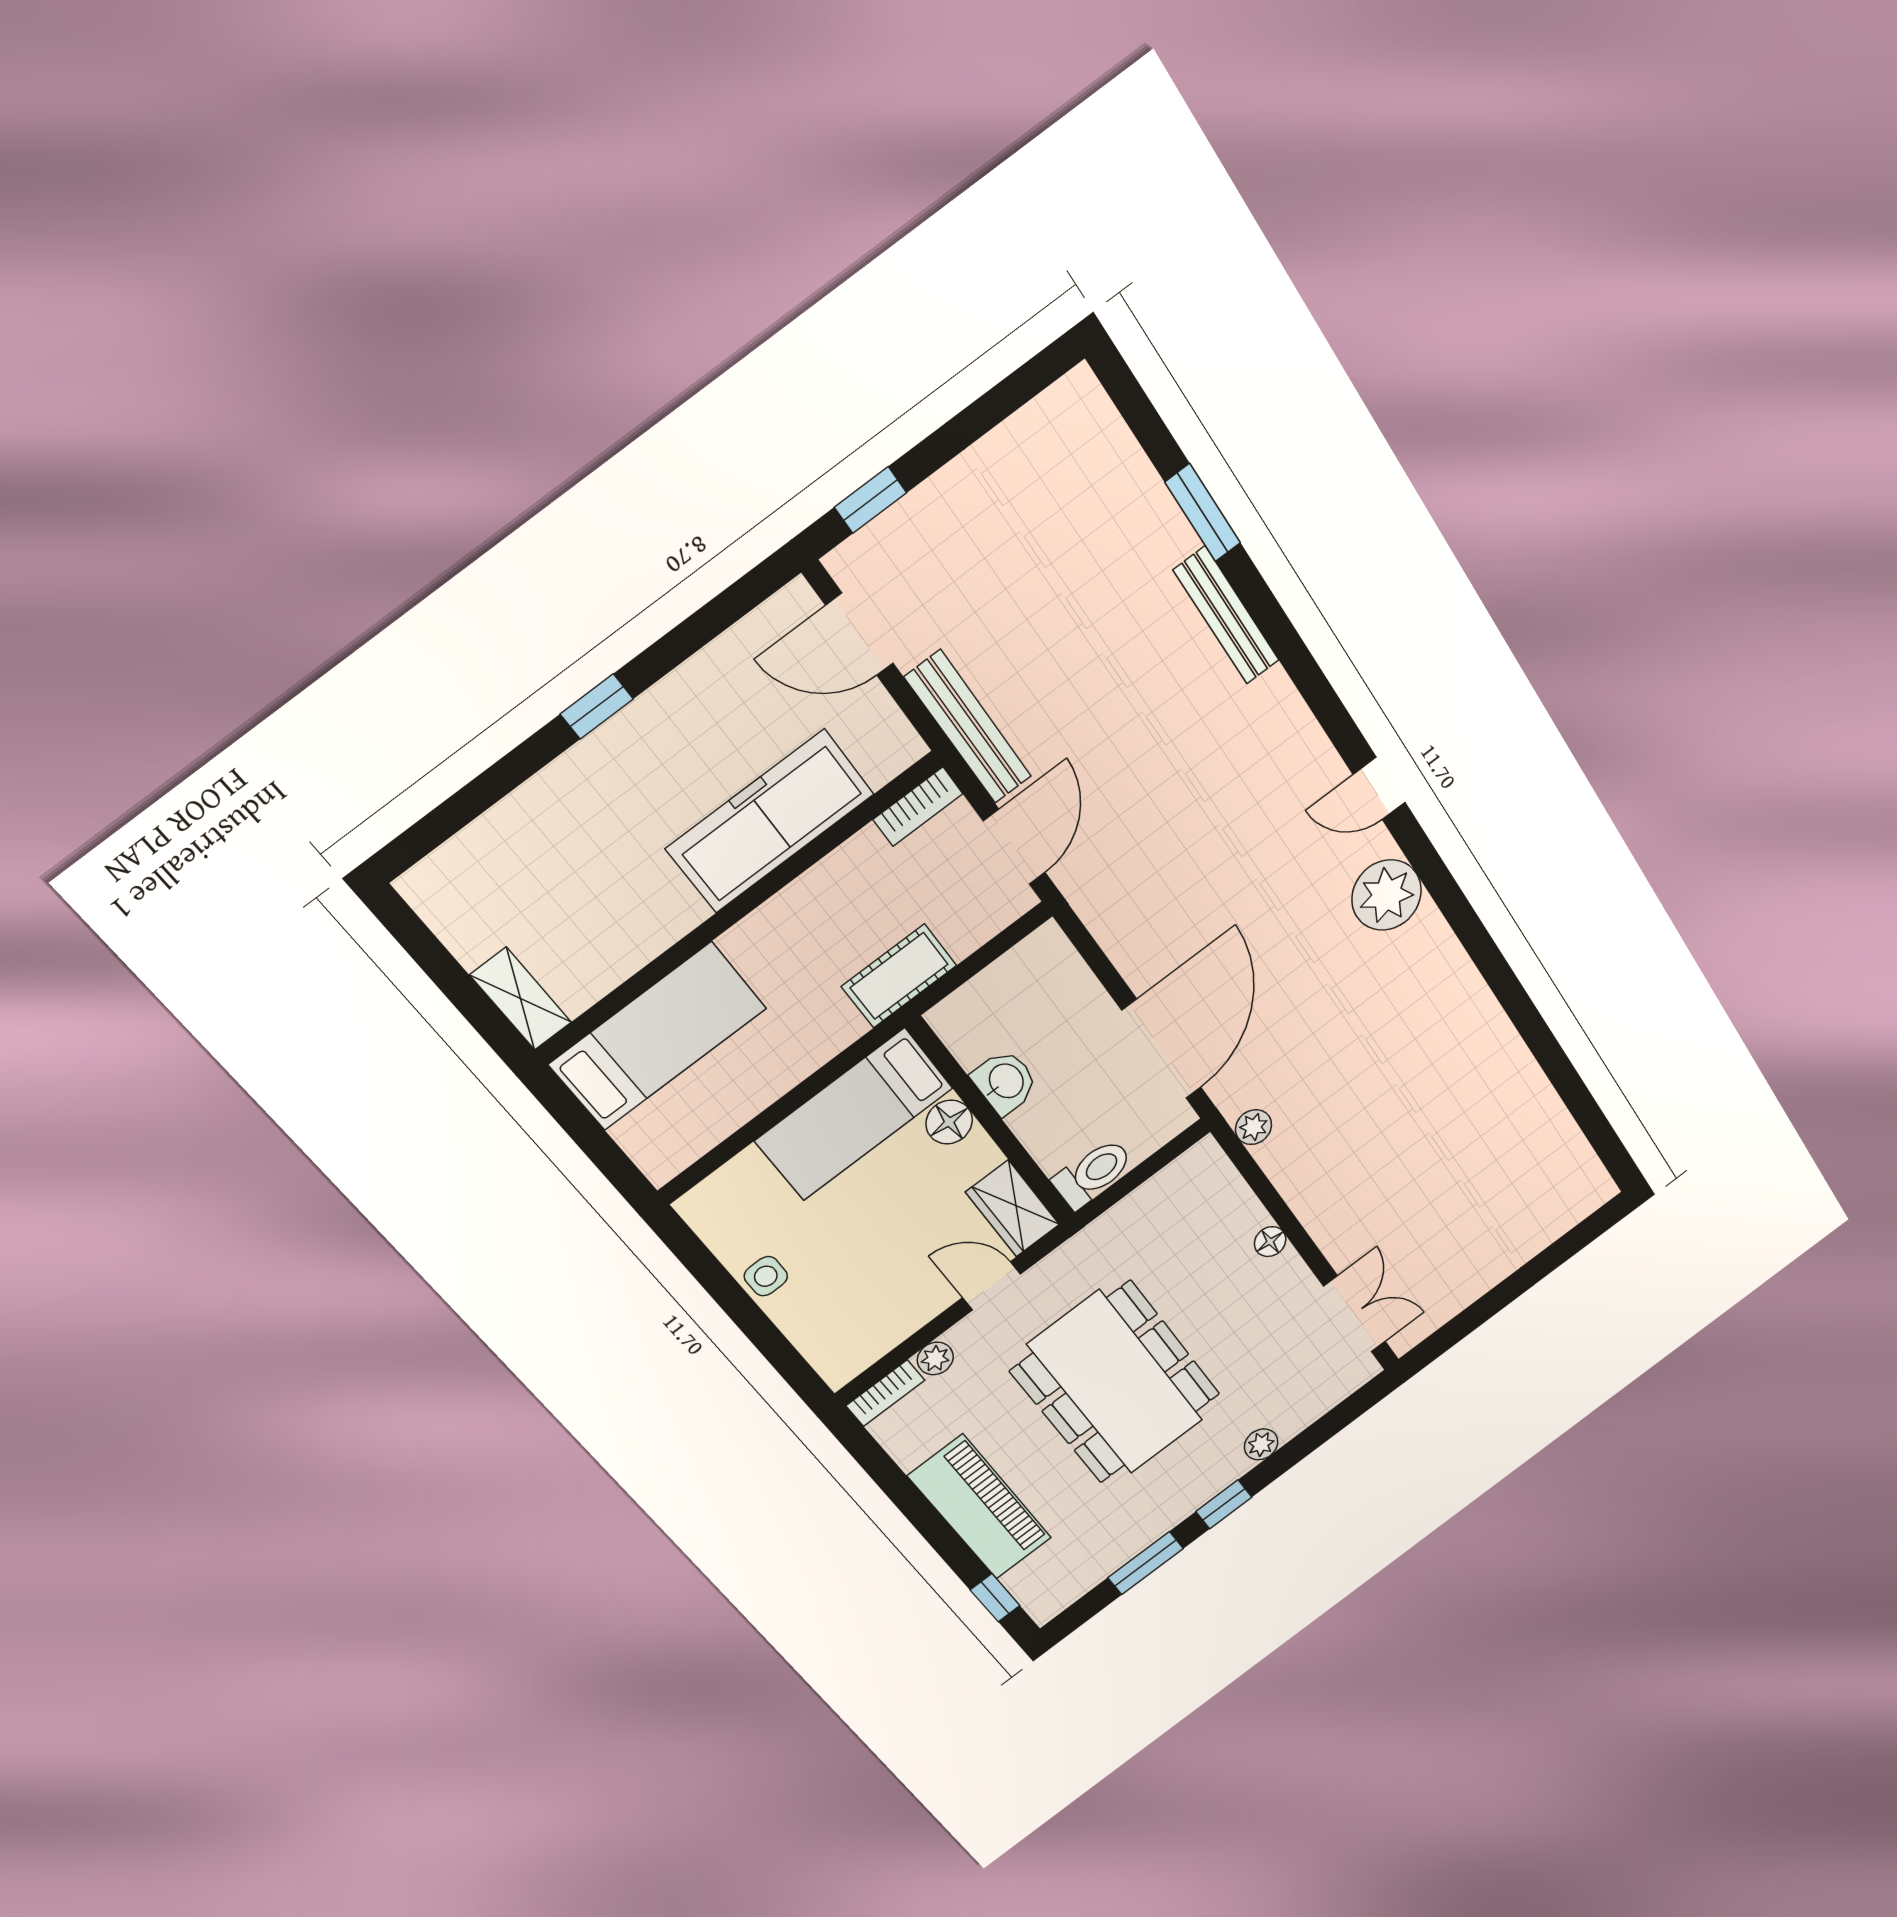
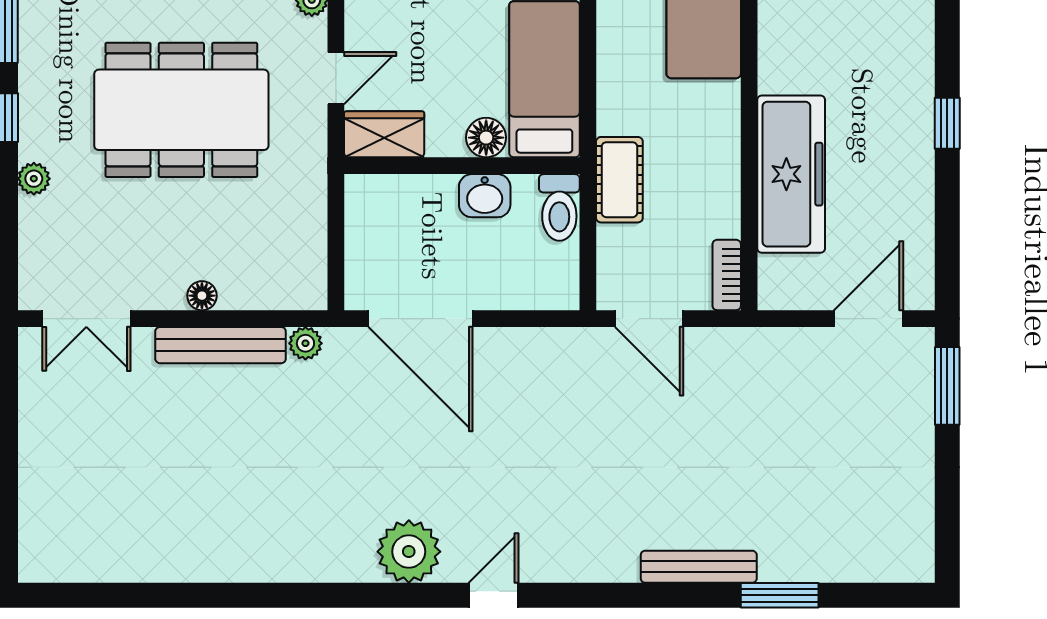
window: (870, 500) -> (947, 386), width x1.50
bench: (968, 727) -> (221, 345), moved
toilet: (1093, 1173) -> (559, 207), moved

